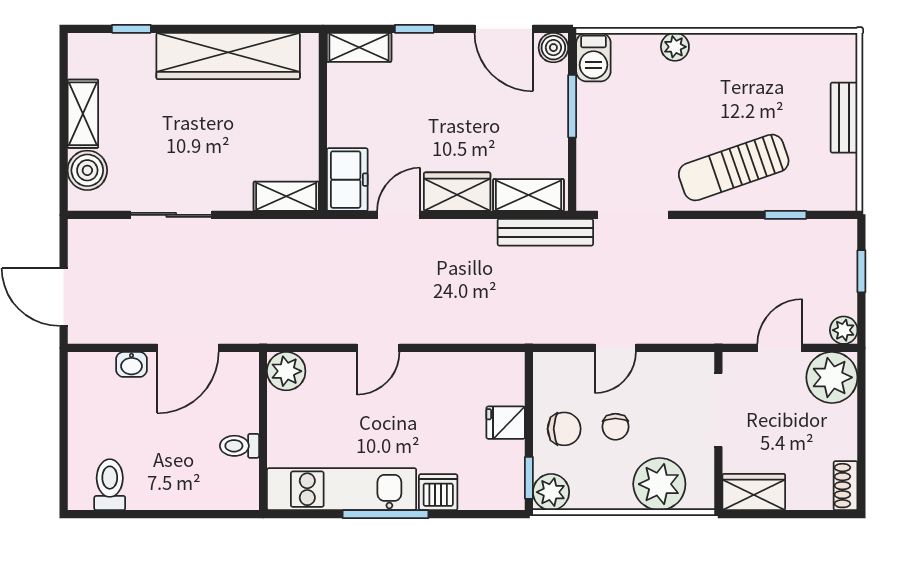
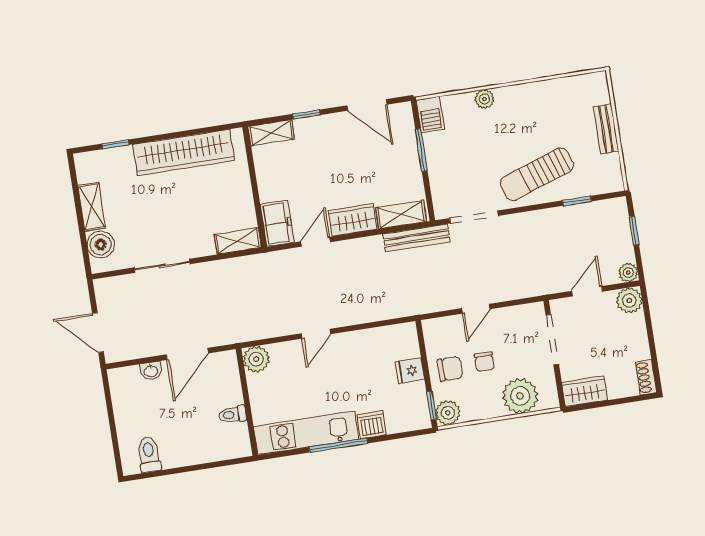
boiler: (553, 48) -> (402, 112), removed
plant: (832, 377) -> (629, 300), width x0.73, depth x0.73

